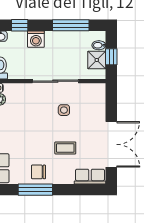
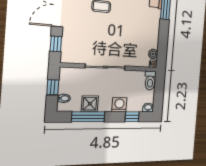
shower: (97, 60) -> (90, 104), moved
window: (111, 103) -> (56, 44), added
side table: (64, 110) -> (100, 41), removed

